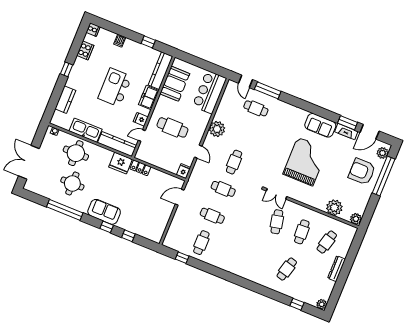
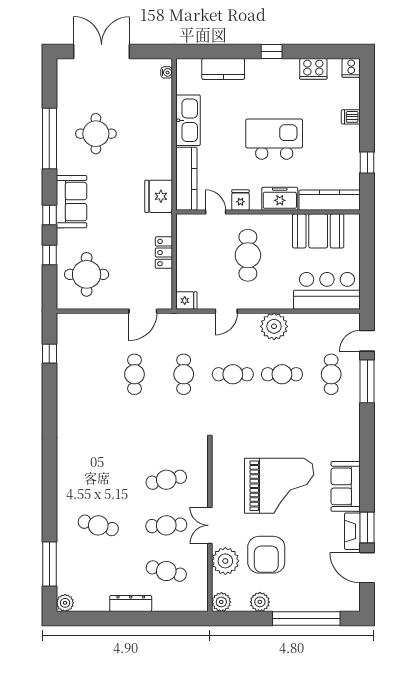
round table: (76, 153) -> (87, 274), moved
plant: (383, 153) -> (260, 602), moved
locker: (140, 168) -> (164, 253), moved
armchair: (362, 172) -> (266, 555), moved, turned 180
double door: (277, 194) -> (210, 525), moved
door: (180, 197) -> (143, 311), swing flipped
cafe table: (201, 243) -> (282, 374), moved
window: (297, 304) -> (49, 564), width x2.17

